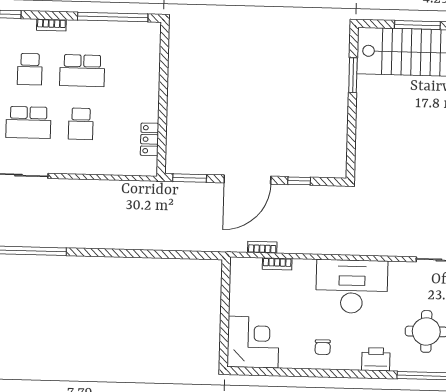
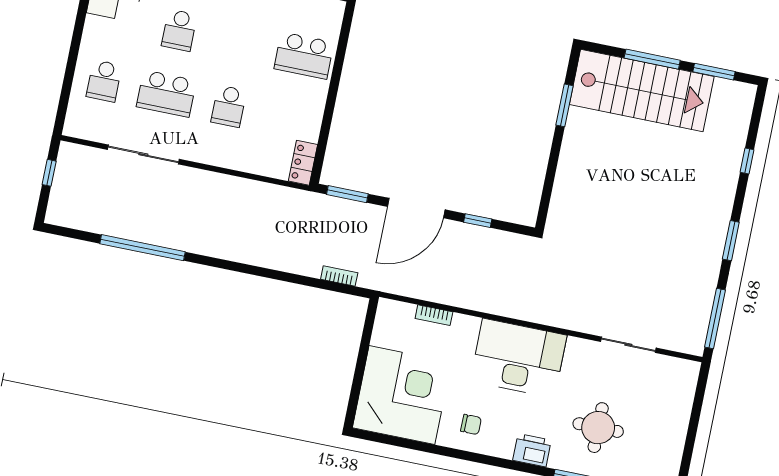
school desk: (82, 71) -> (304, 56), moved
locker: (150, 139) -> (303, 163), moved
bookcase: (262, 247) -> (339, 276), moved
corner desk: (253, 342) -> (402, 395), width x1.36, depth x1.36
chair: (323, 347) -> (471, 424), turned -90

